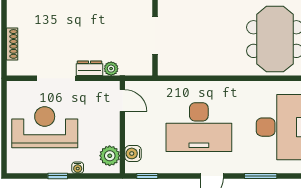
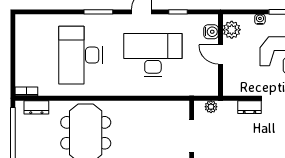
plant: (111, 69) -> (211, 107), moved
door: (122, 101) -> (220, 55), moved
window: (147, 176) -> (178, 12), moved

